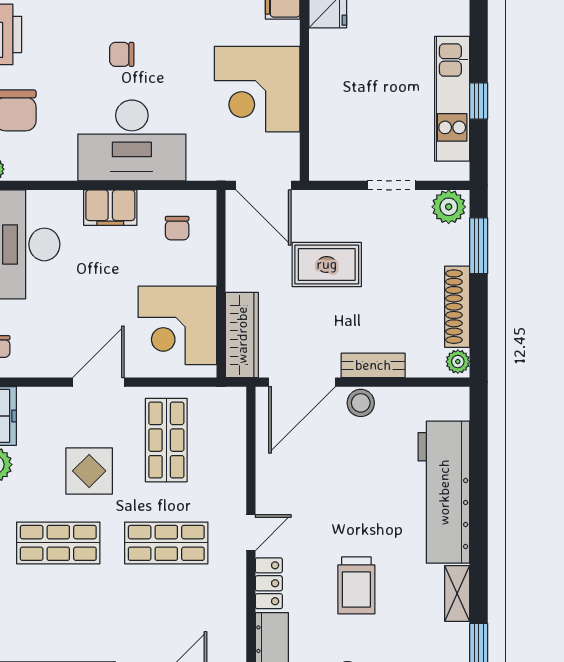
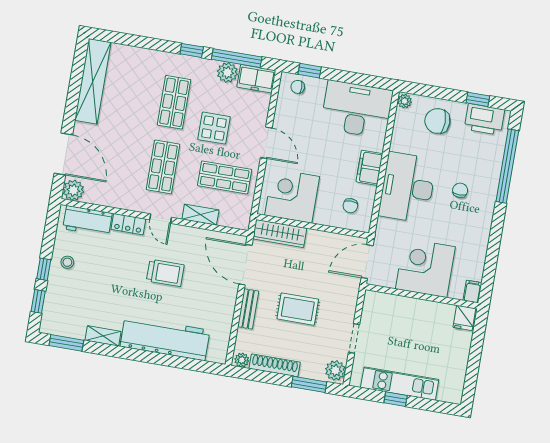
chair: (177, 228) -> (350, 206), turned -90
rug: (327, 264) -> (298, 309), moved, turned 90
stool: (361, 403) -> (227, 298), removed
shelving: (233, 469) -> (200, 215), added
trolley: (356, 585) -> (165, 273), moved, turned 180

